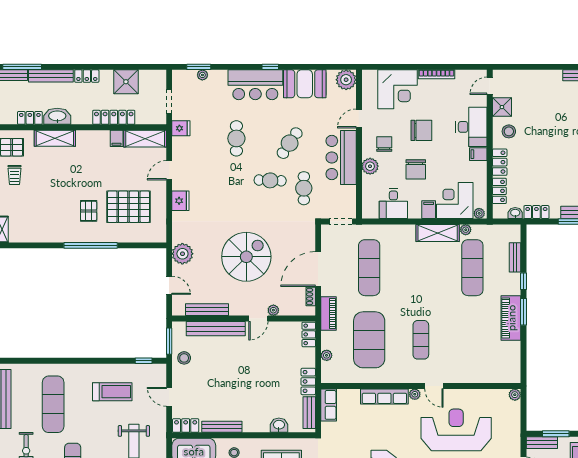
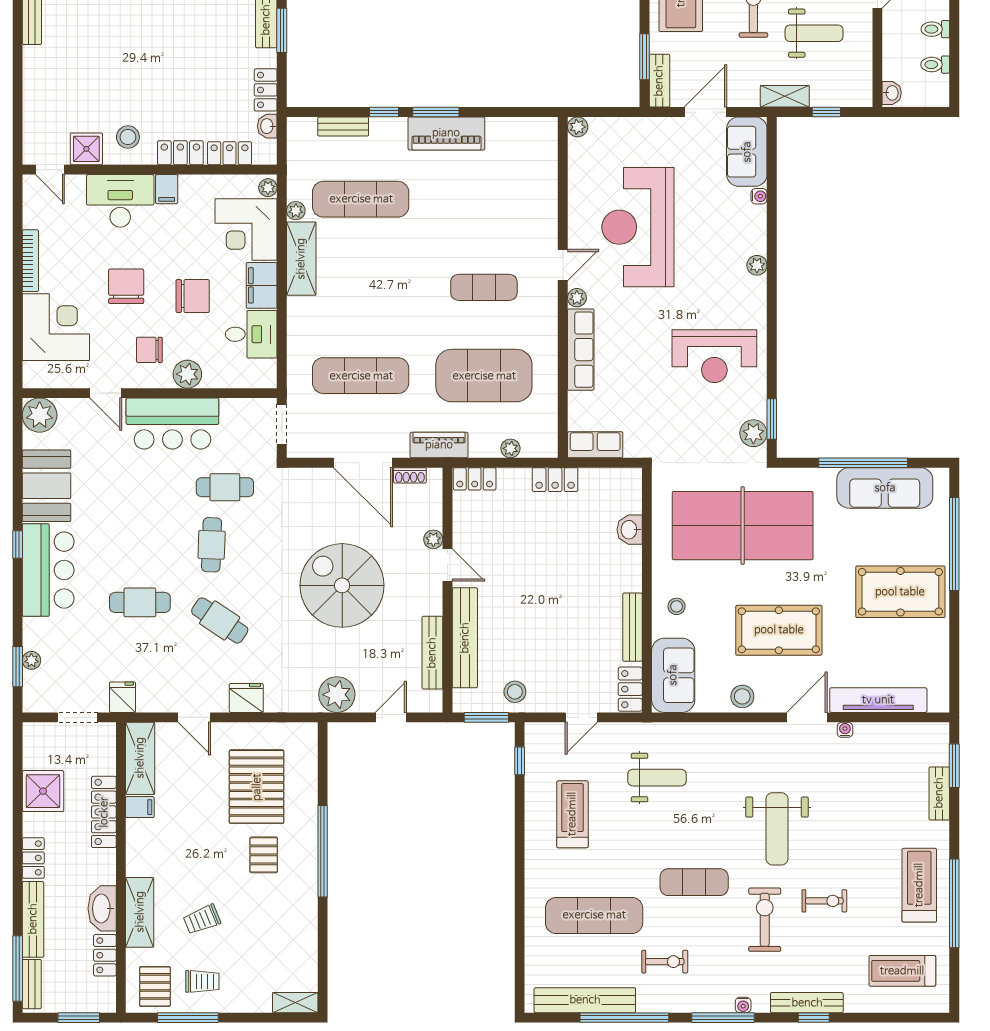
cafe table: (290, 143) -> (220, 620), moved
trolley: (51, 175) -> (202, 919), added
filing cabinet: (429, 210) -> (262, 285), width x2.00
pallet: (89, 211) -> (264, 855), turned 90
bench: (309, 413) -> (608, 478), removed

